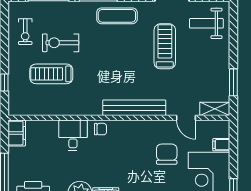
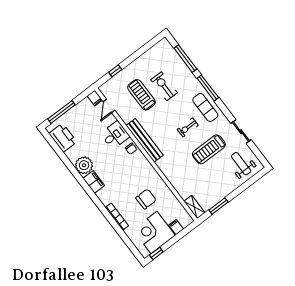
exercise bike: (25, 32) -> (188, 127), moved
treadmill: (165, 46) -> (209, 149), turned 180
bench: (134, 108) -> (145, 140), moved
door: (186, 118) -> (109, 106), moved
filing cabinet: (17, 133) -> (95, 98), width x0.50

